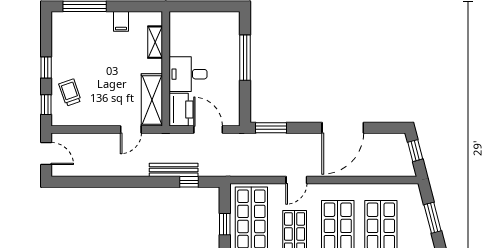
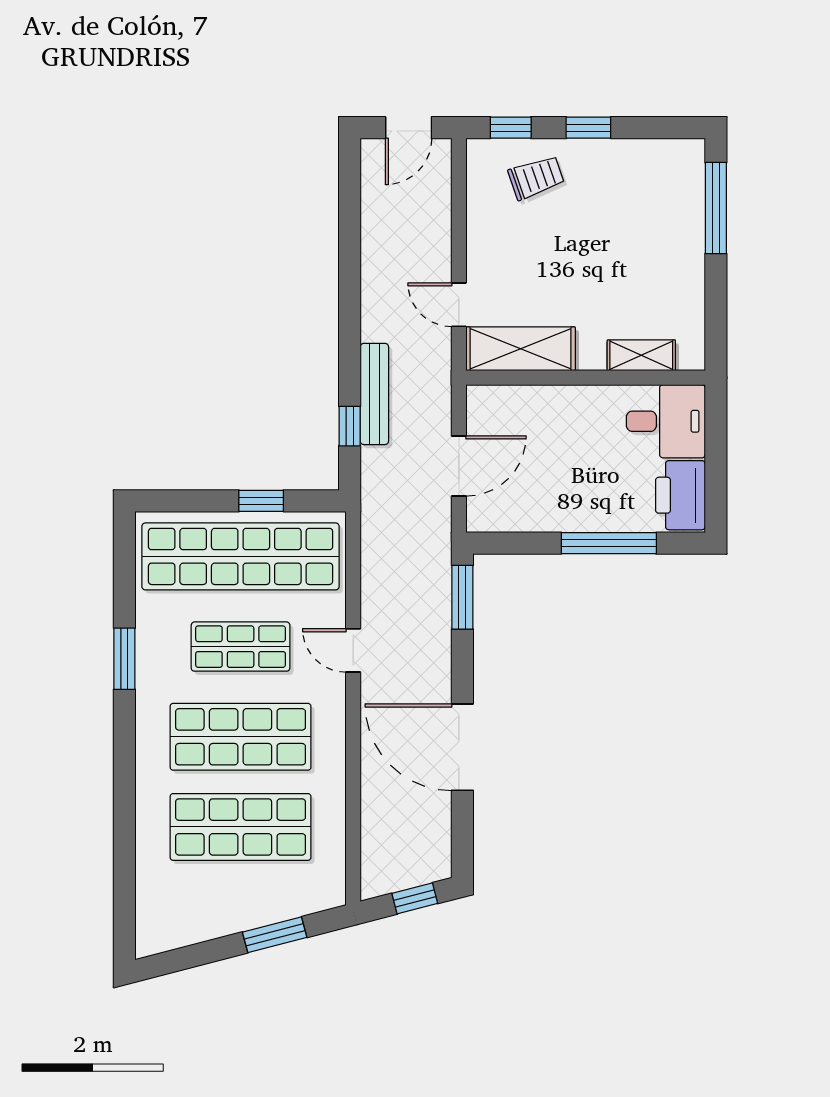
filing cabinet: (121, 21) -> (684, 284), removed
desk: (188, 74) -> (666, 421), moved, turned 90
printer: (181, 110) -> (680, 495), moved, turned 90

